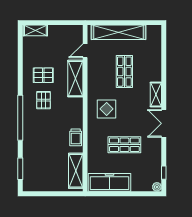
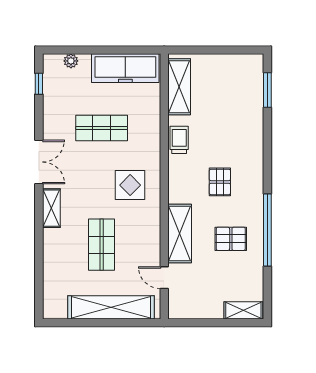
door: (85, 51) -> (164, 278), swing flipped
pallet: (44, 100) -> (220, 182), moved
window: (20, 118) -> (267, 230), moved
plant: (157, 187) -> (71, 61), moved

